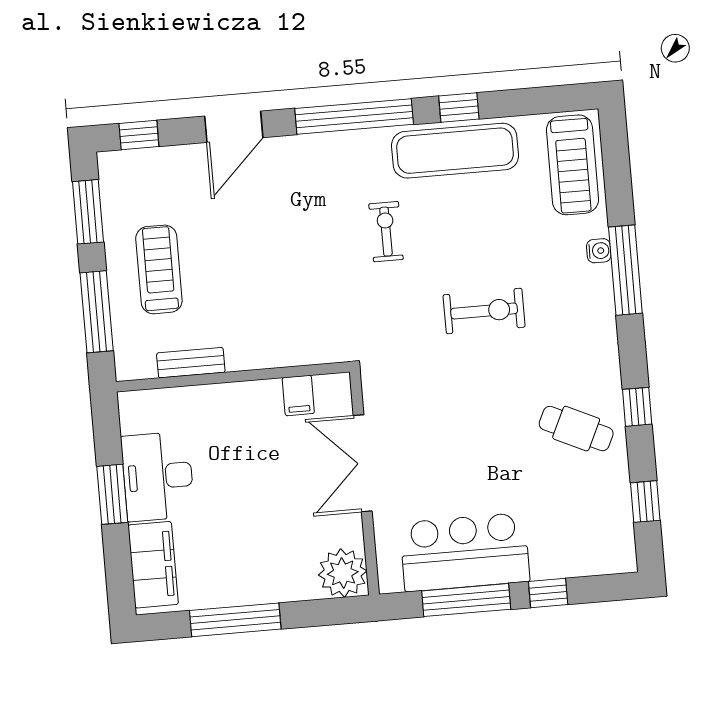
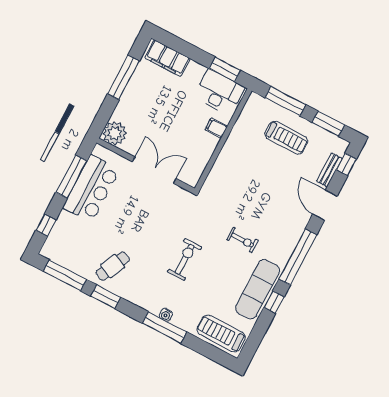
water cooler: (599, 251) -> (166, 315), moved
exercise bike: (484, 311) -> (185, 259), turned 180
bench: (191, 363) -> (329, 170), moved
filing cabinet: (298, 395) -> (216, 128), moved
window: (637, 407) -> (106, 297), width x1.50
desk: (158, 476) -> (219, 92), moved
window: (112, 494) -> (225, 69), moved
window: (645, 502) -> (65, 275), width x2.17
window: (548, 593) -> (46, 225), moved

